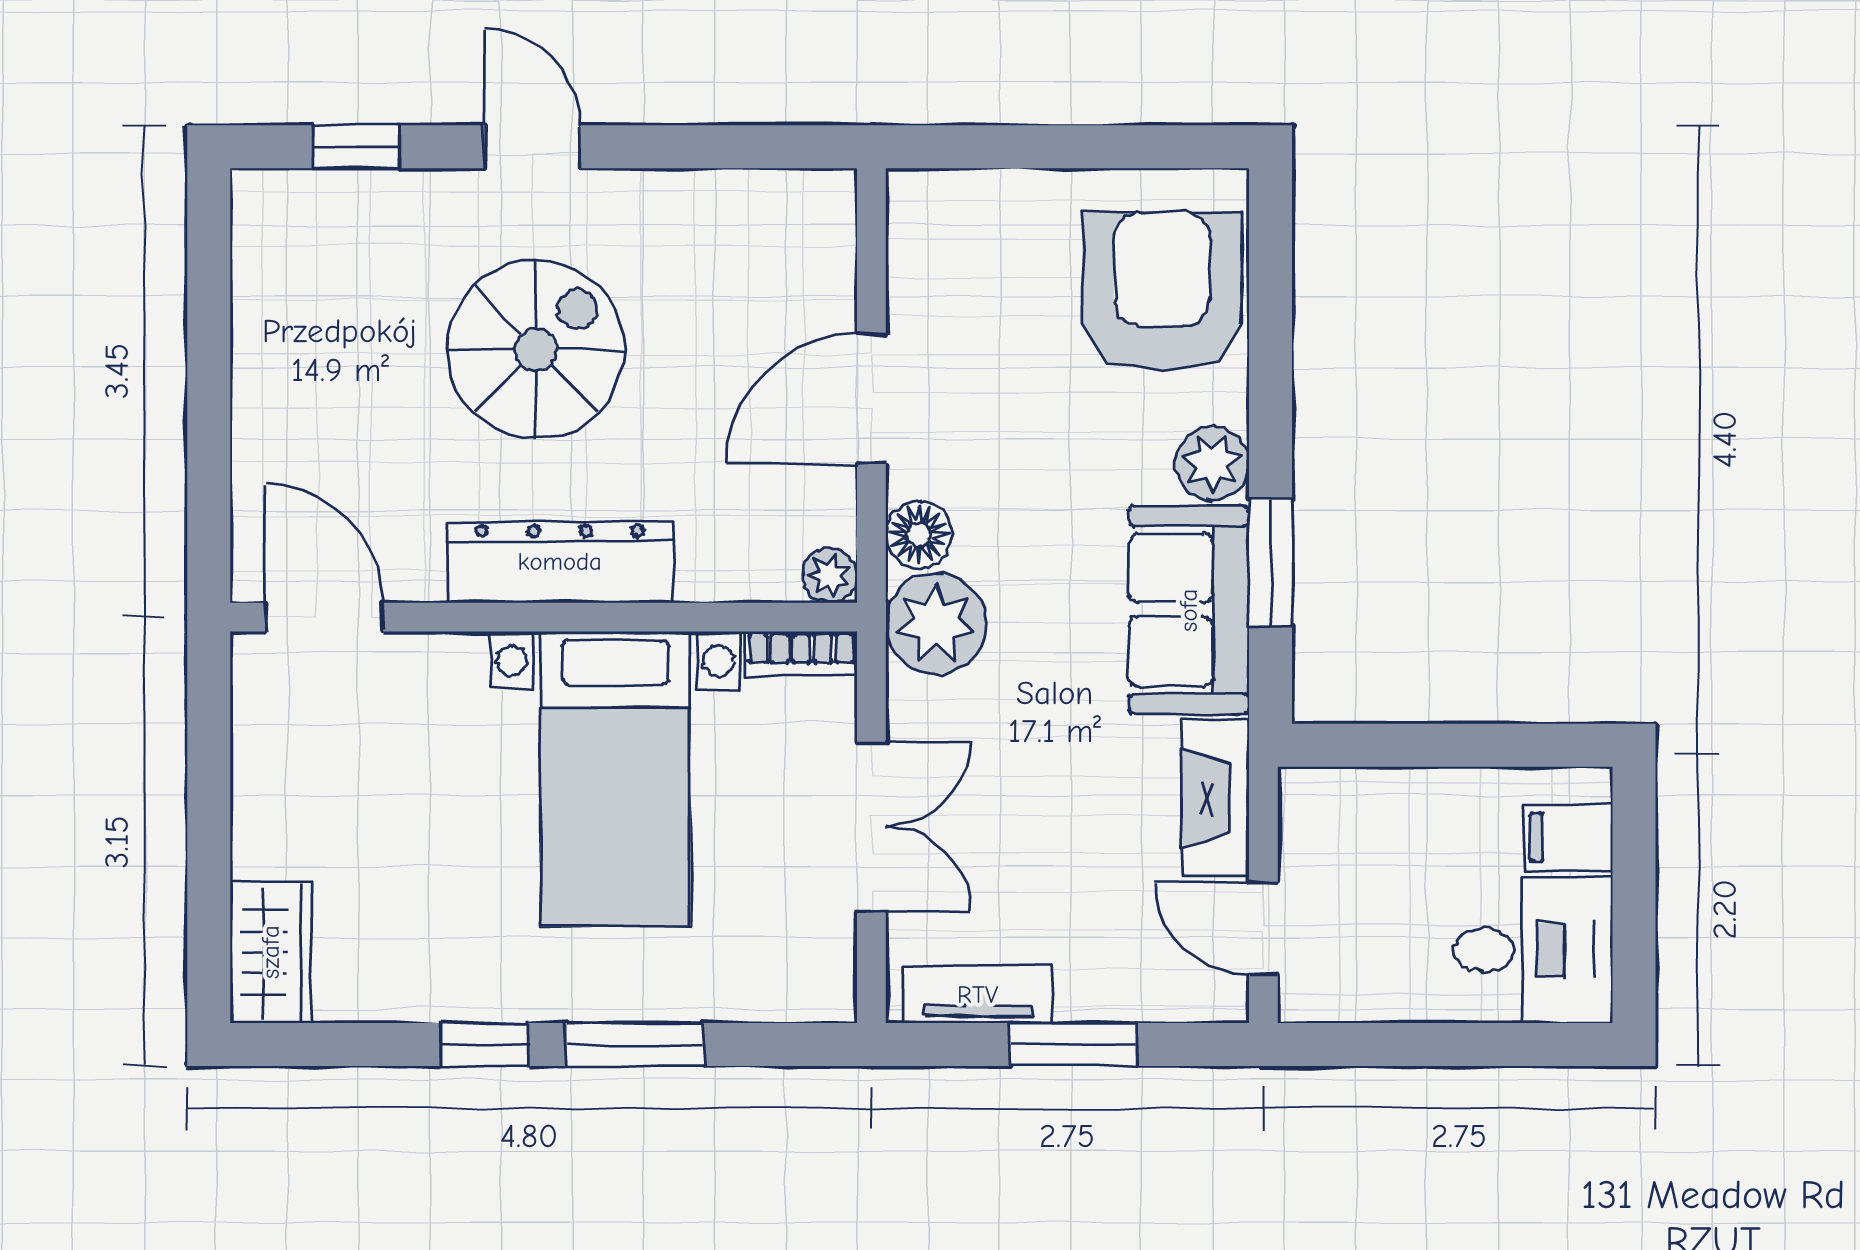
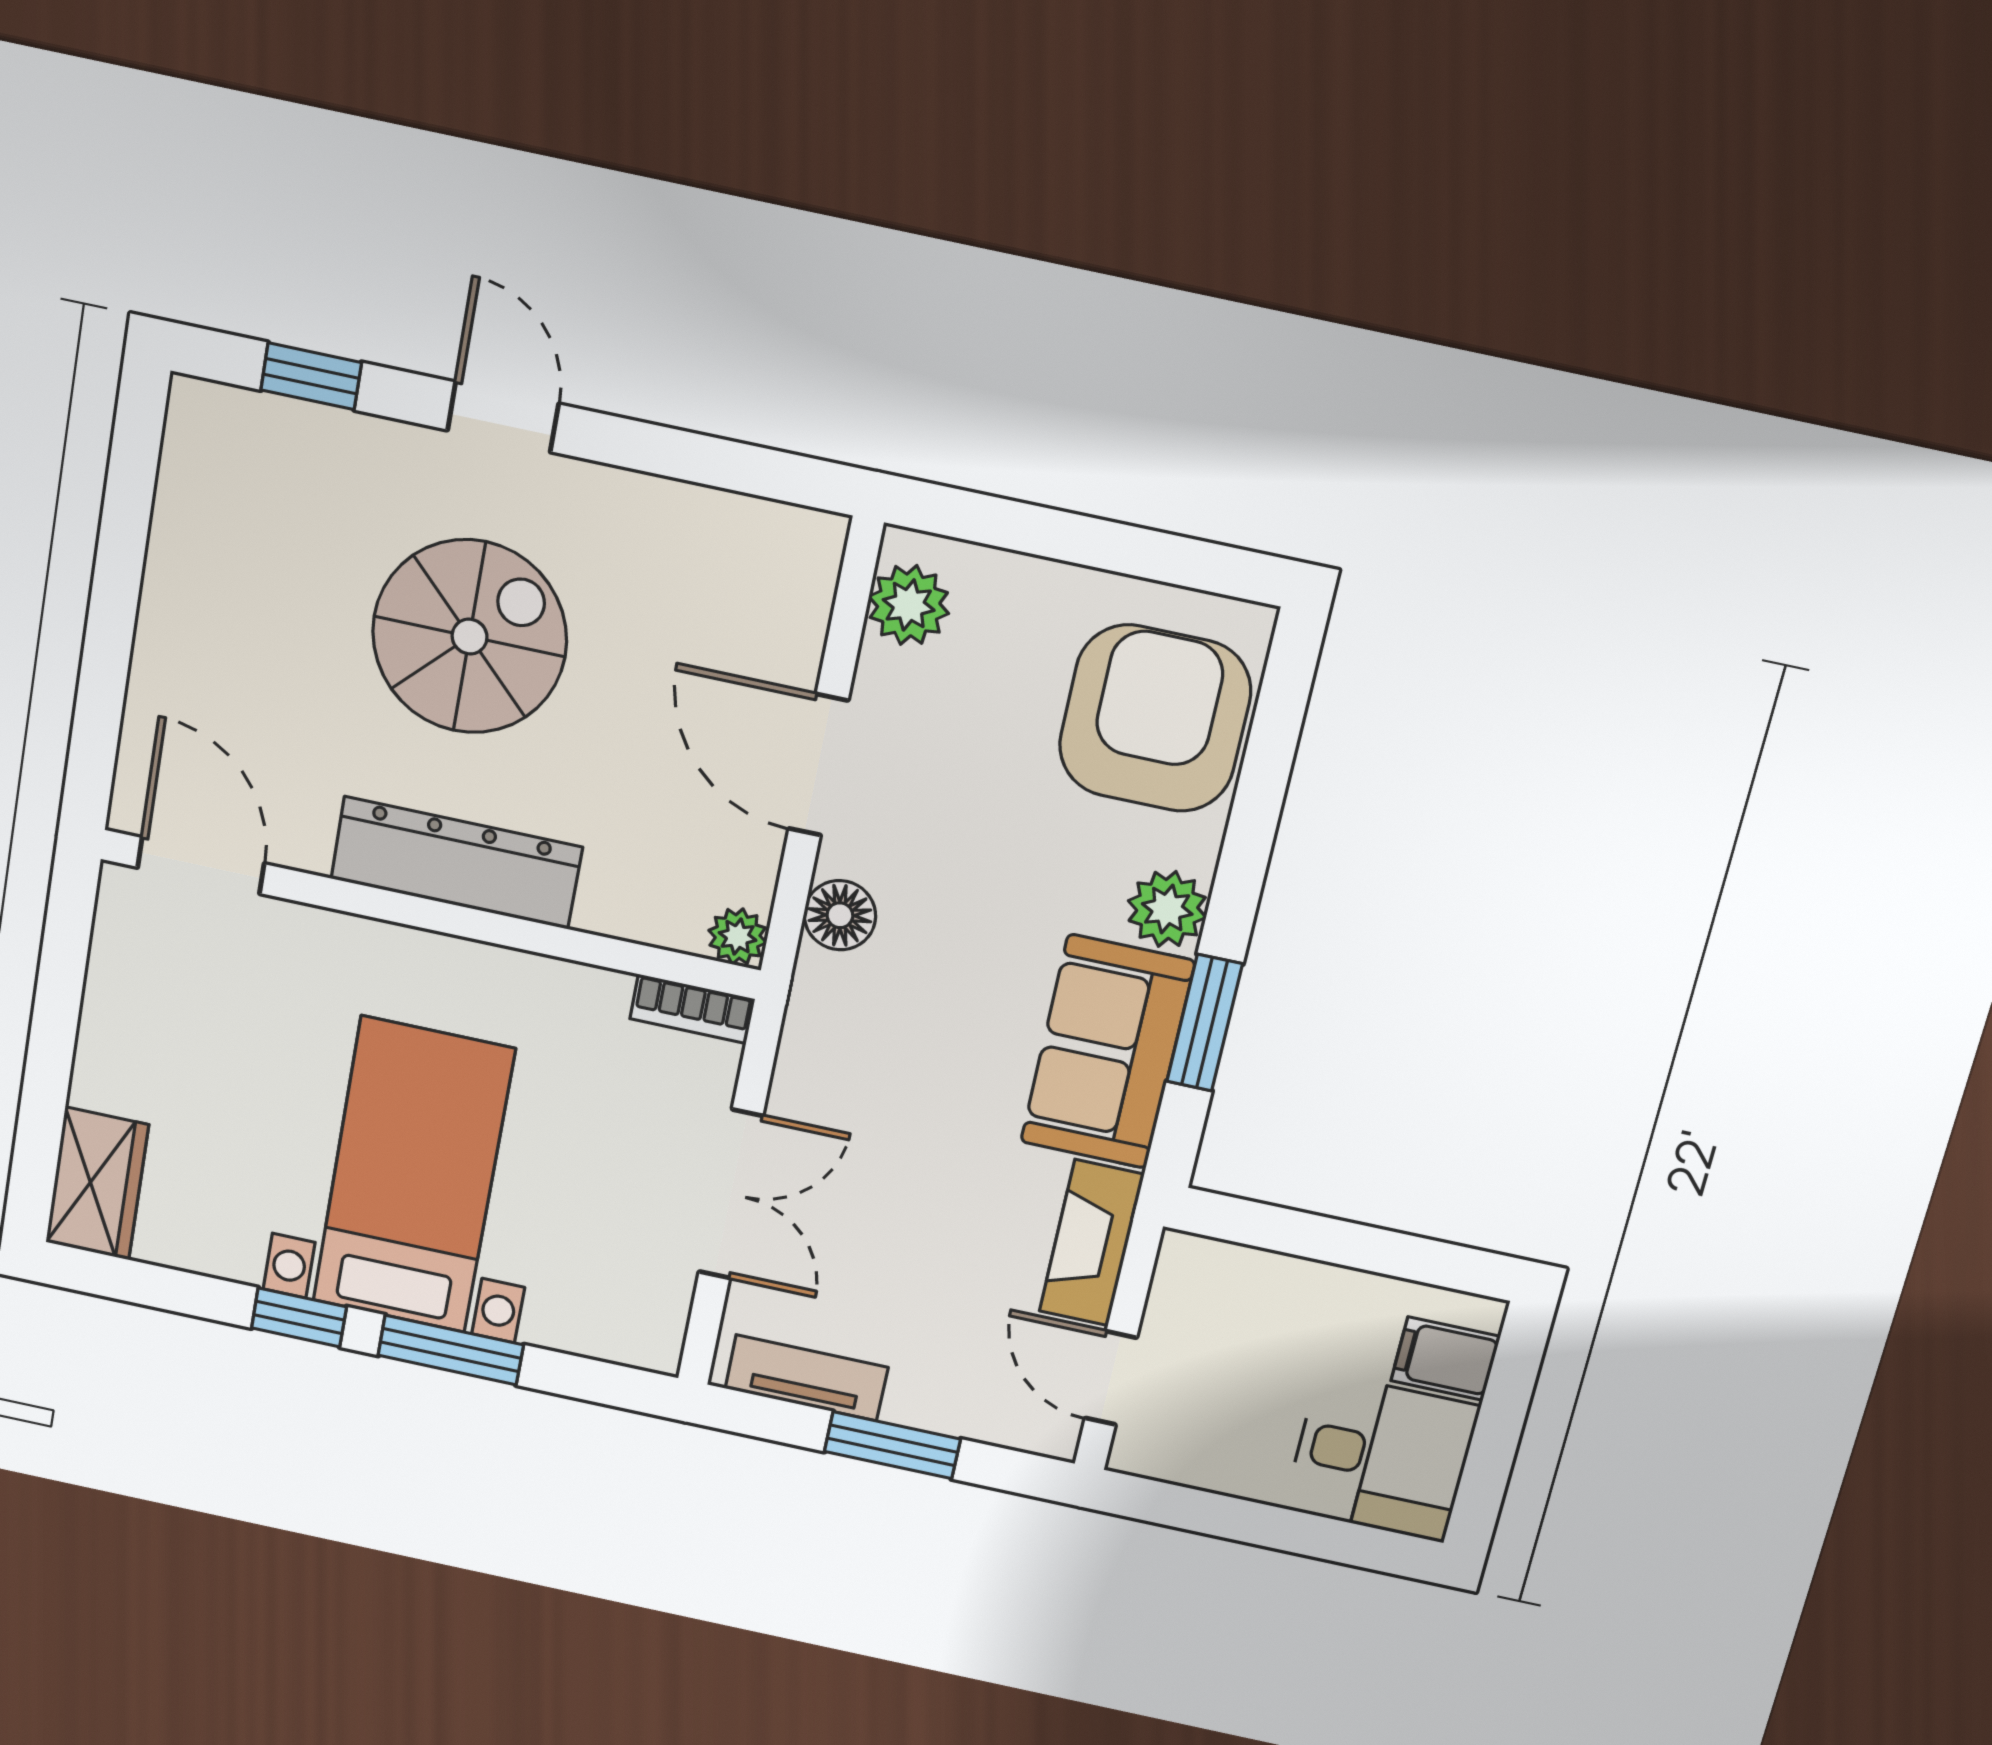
door: (871, 399) -> (818, 765), hinge flipped
plant: (936, 624) -> (909, 605), moved, width x0.73, depth x0.73
bed with nightstands: (615, 779) -> (413, 1176), moved, turned 180

